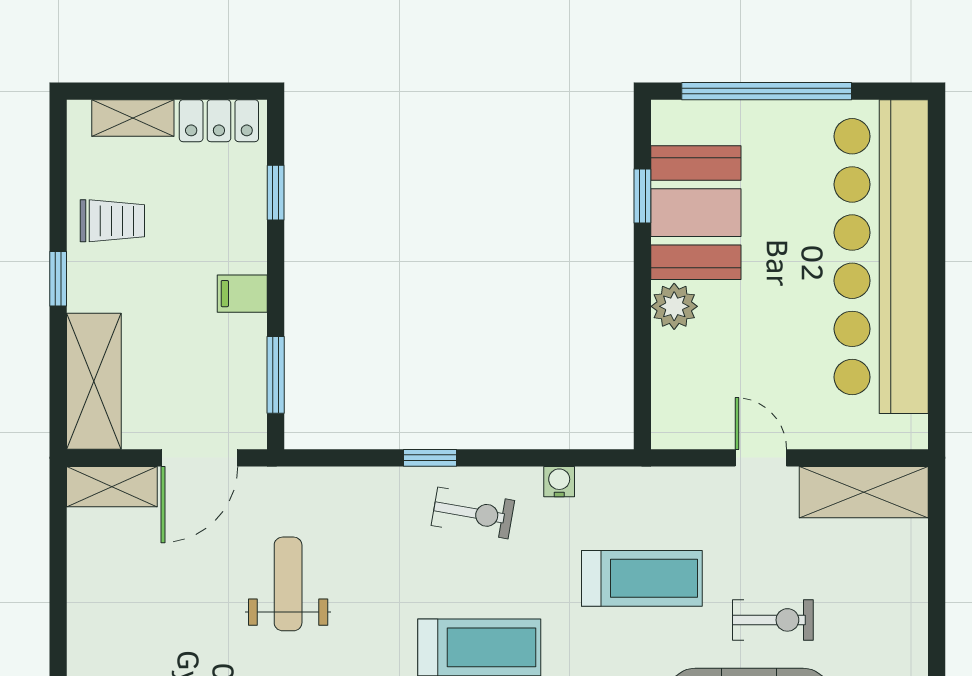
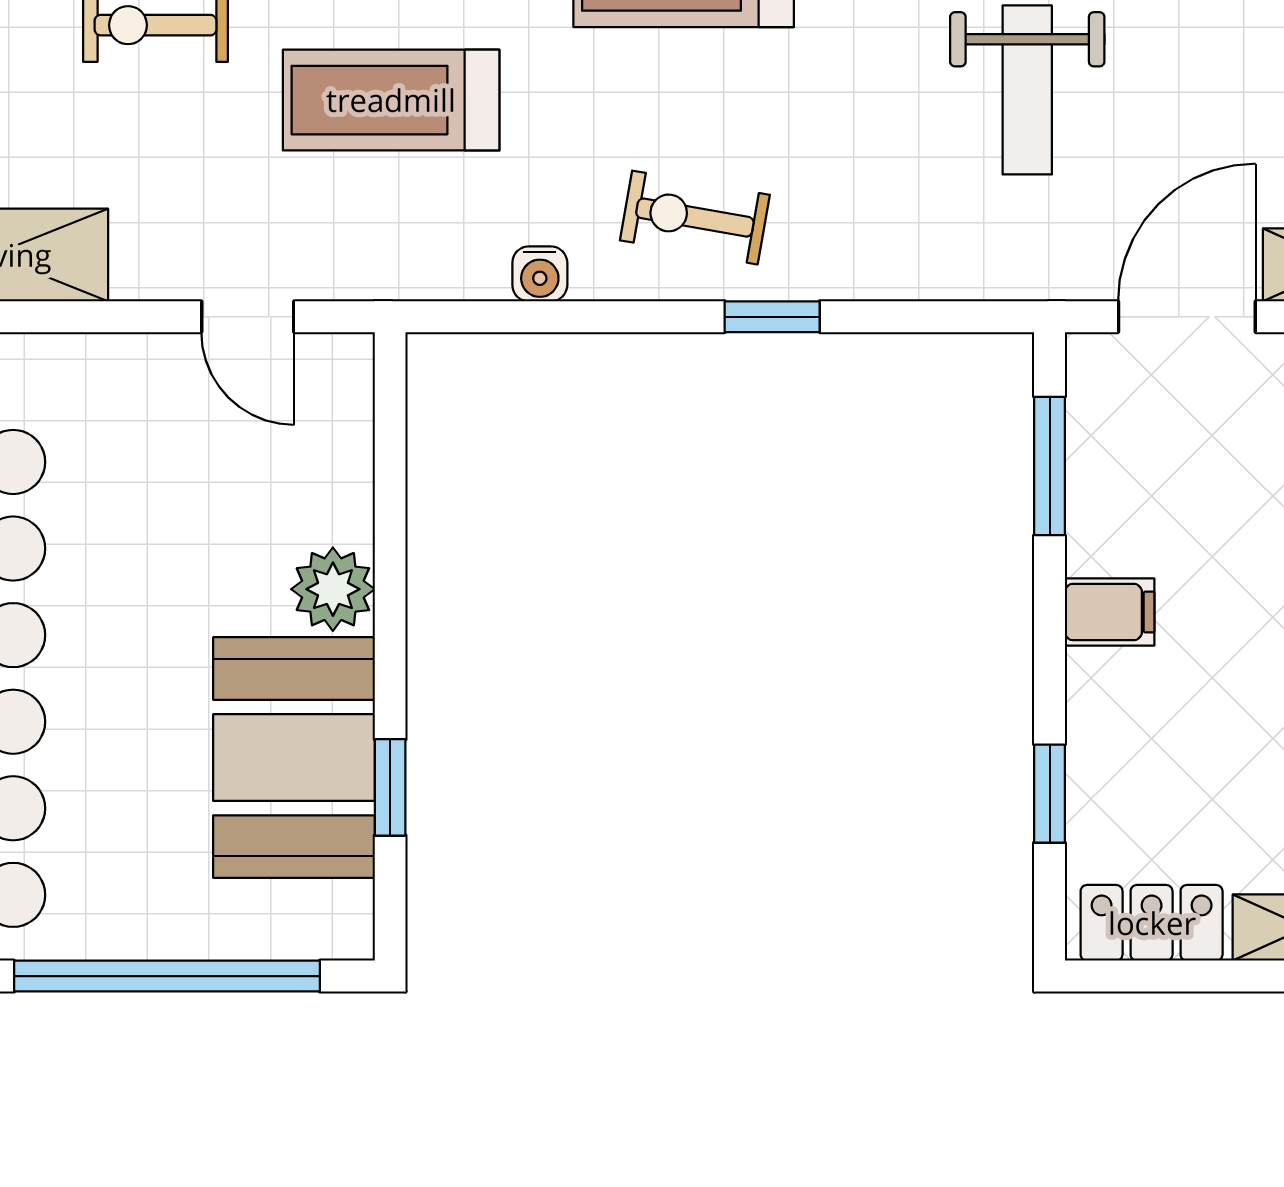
door: (761, 458) -> (248, 317), moved

